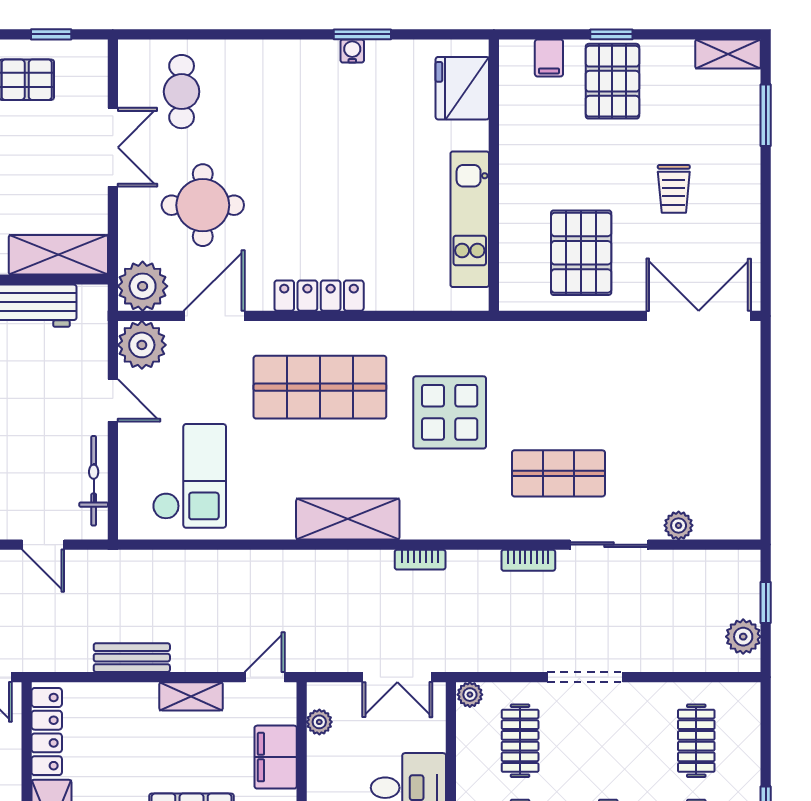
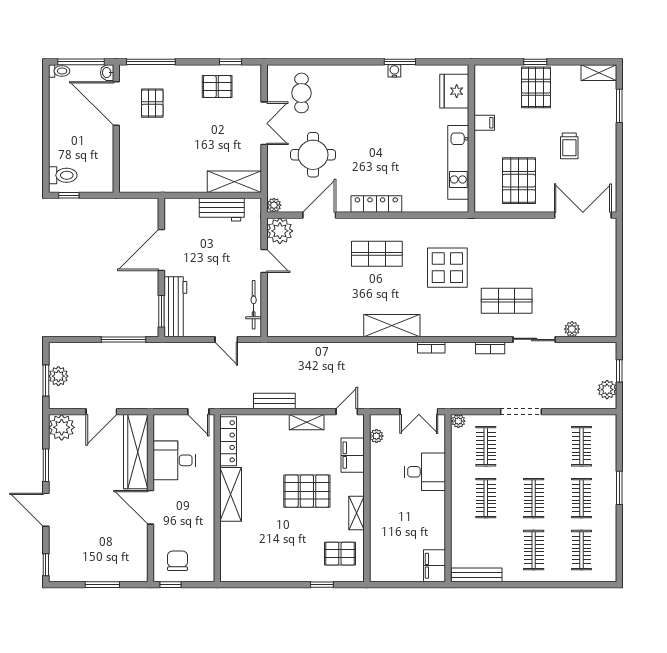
filing cabinet: (549, 58) -> (484, 123), moved, turned -90
plant: (143, 286) -> (274, 205), width x0.53, depth x0.53
shop shelf: (320, 387) -> (377, 254), width x0.70, depth x0.74
checkout: (189, 476) -> (306, 302), removed

